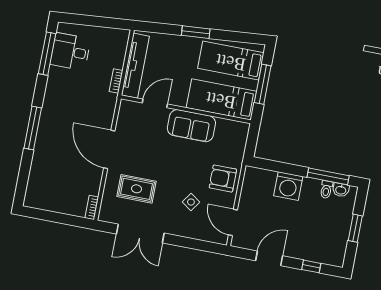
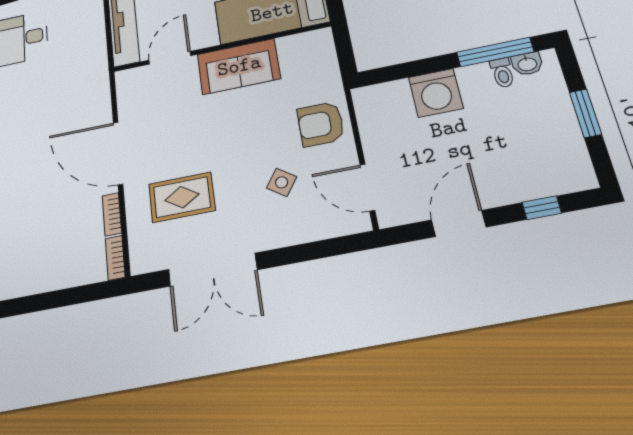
bookcase: (116, 81) -> (112, 214), moved

